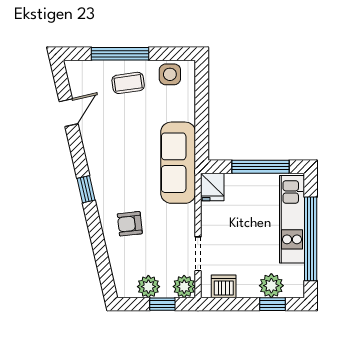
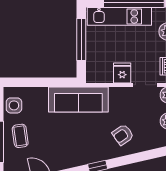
fridge: (212, 187) -> (122, 73), moved, turned -90
armchair: (130, 224) -> (123, 135), turned 61

